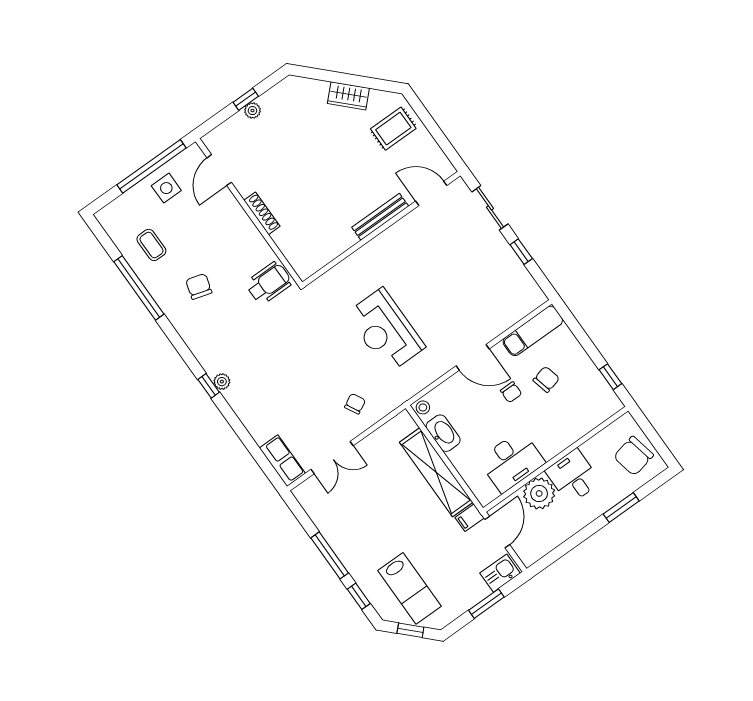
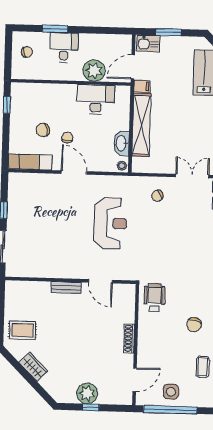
plant: (252, 111) -> (87, 393), width x1.88, depth x1.88
door: (431, 193) -> (100, 281), moved
bench: (380, 217) -> (66, 288), width x0.73
wheelchair: (269, 283) -> (154, 297), turned 90
chair: (633, 456) -> (27, 52), width x0.54, depth x0.54
desk: (573, 476) -> (64, 47), moved, turned 180

